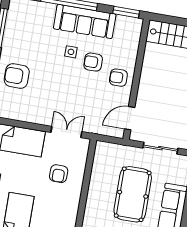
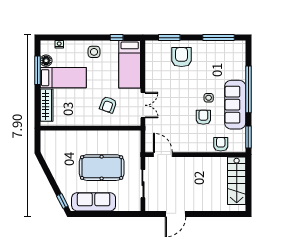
armchair: (118, 78) -> (221, 144), moved
armchair: (59, 174) -> (108, 105), turned -70

